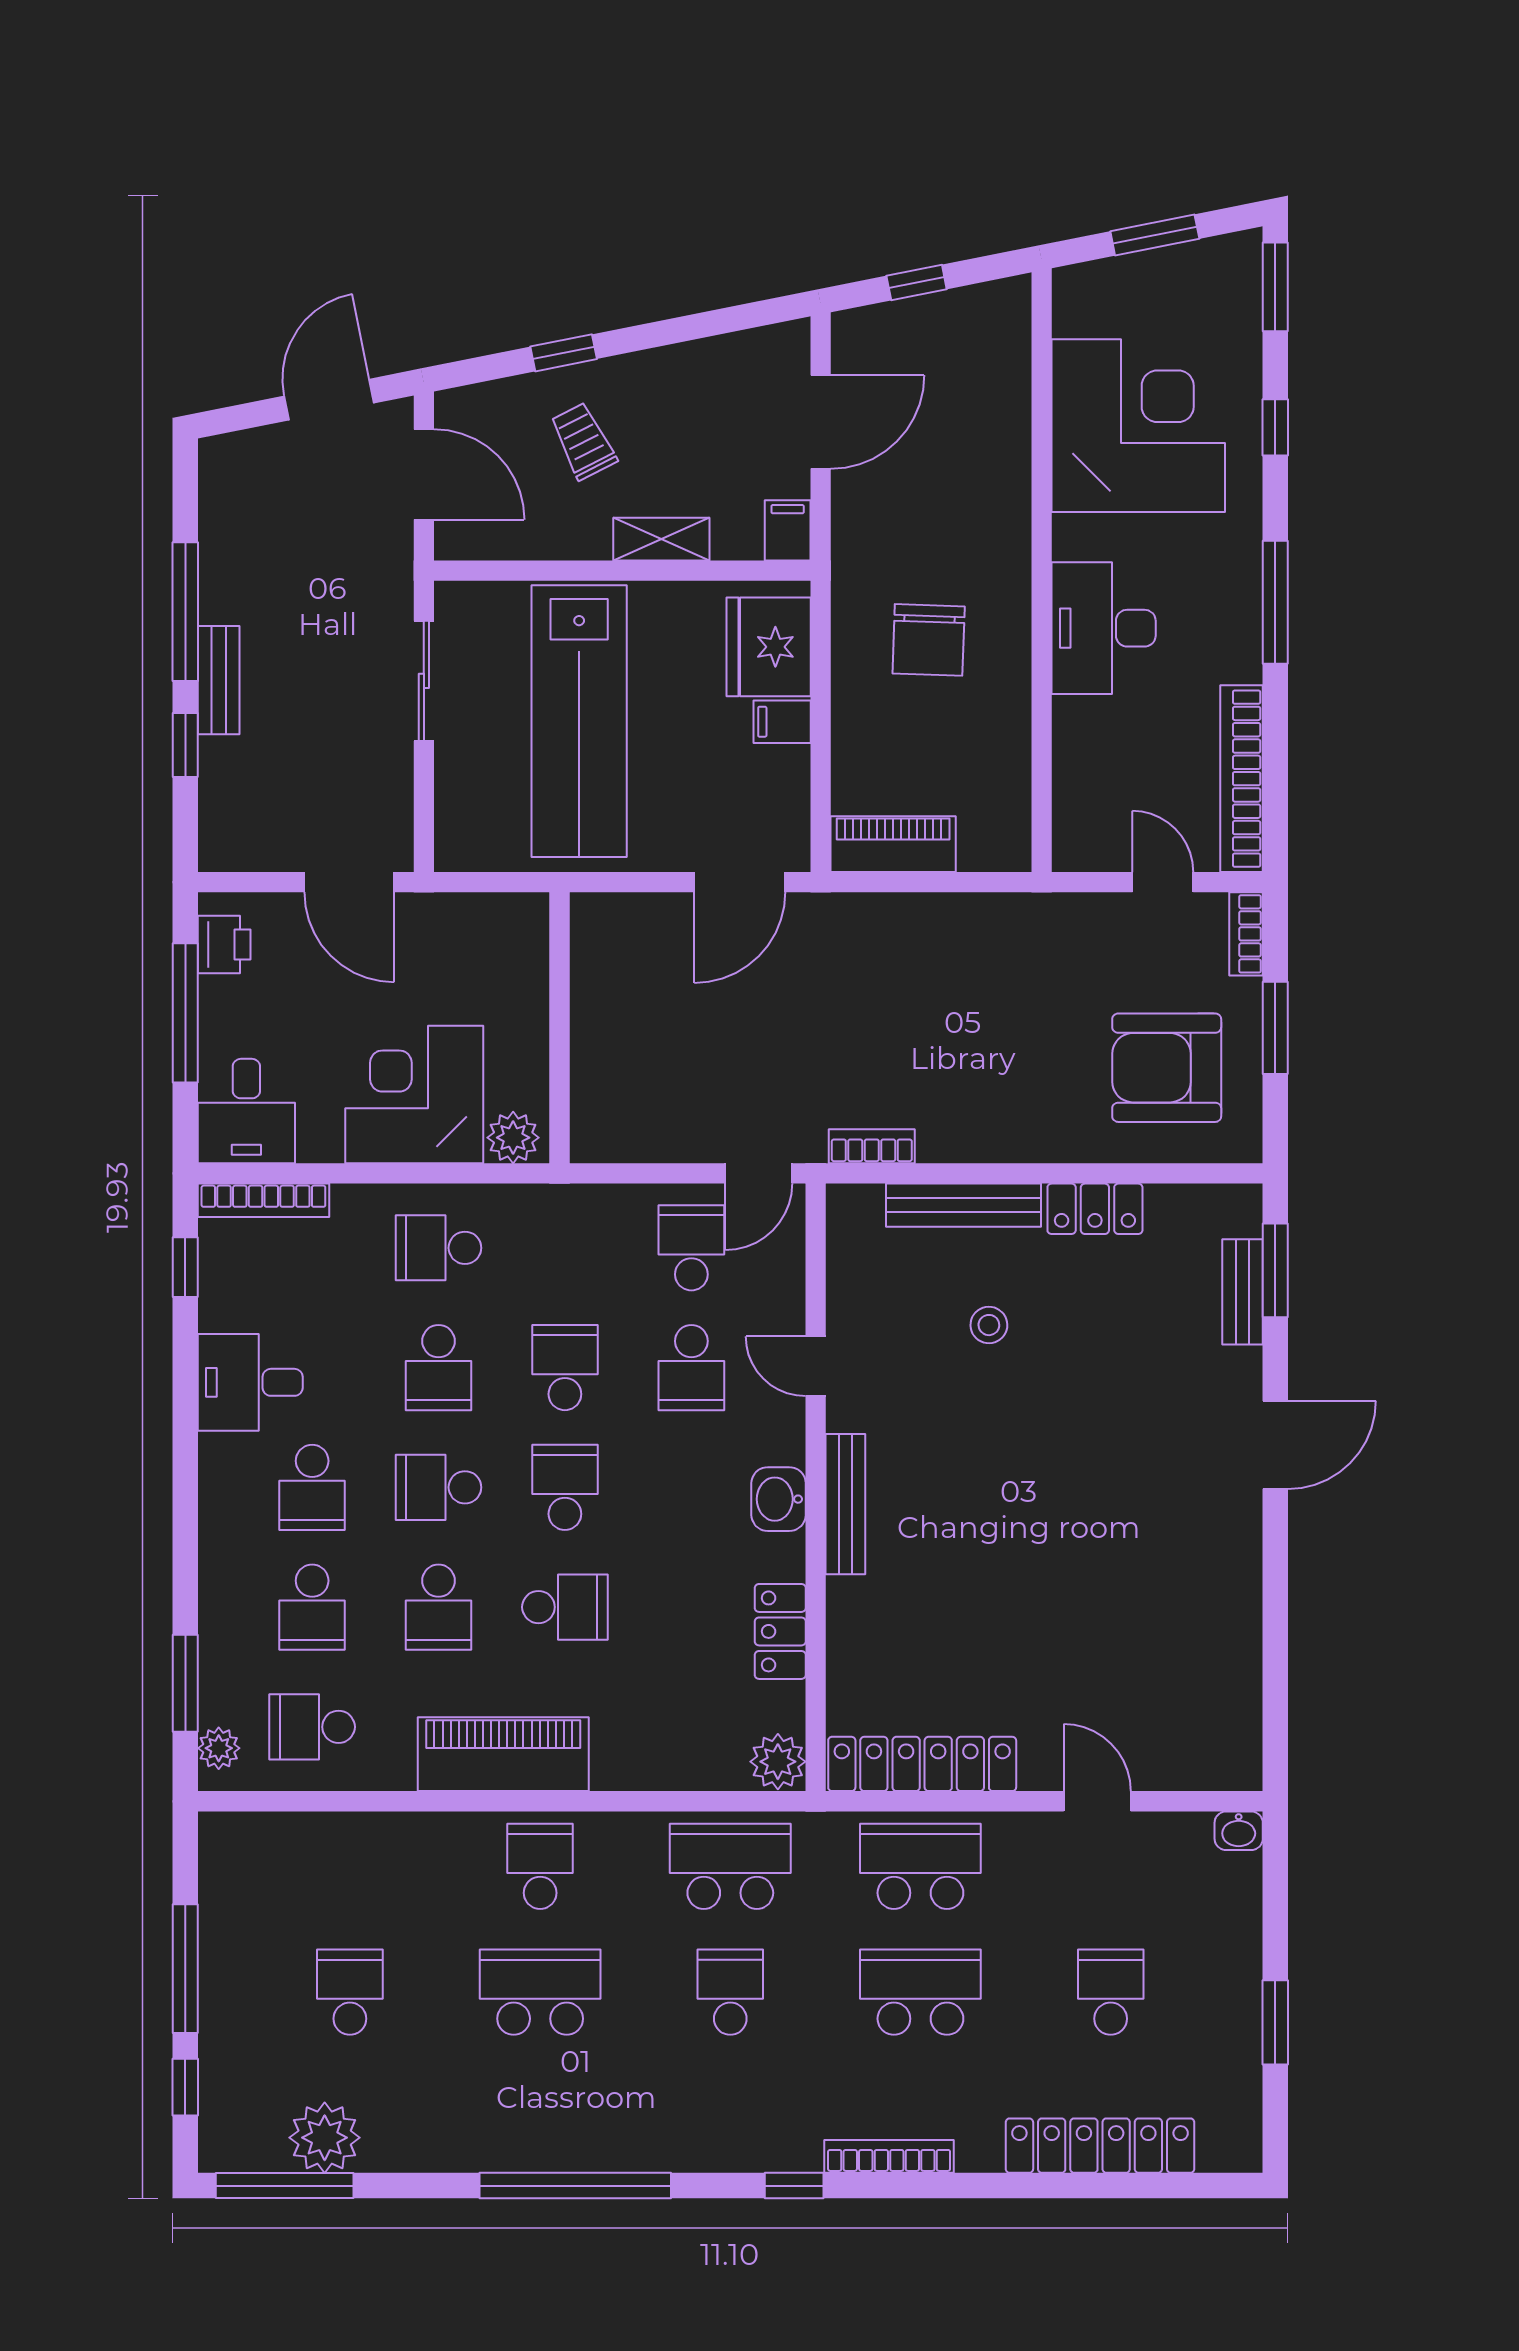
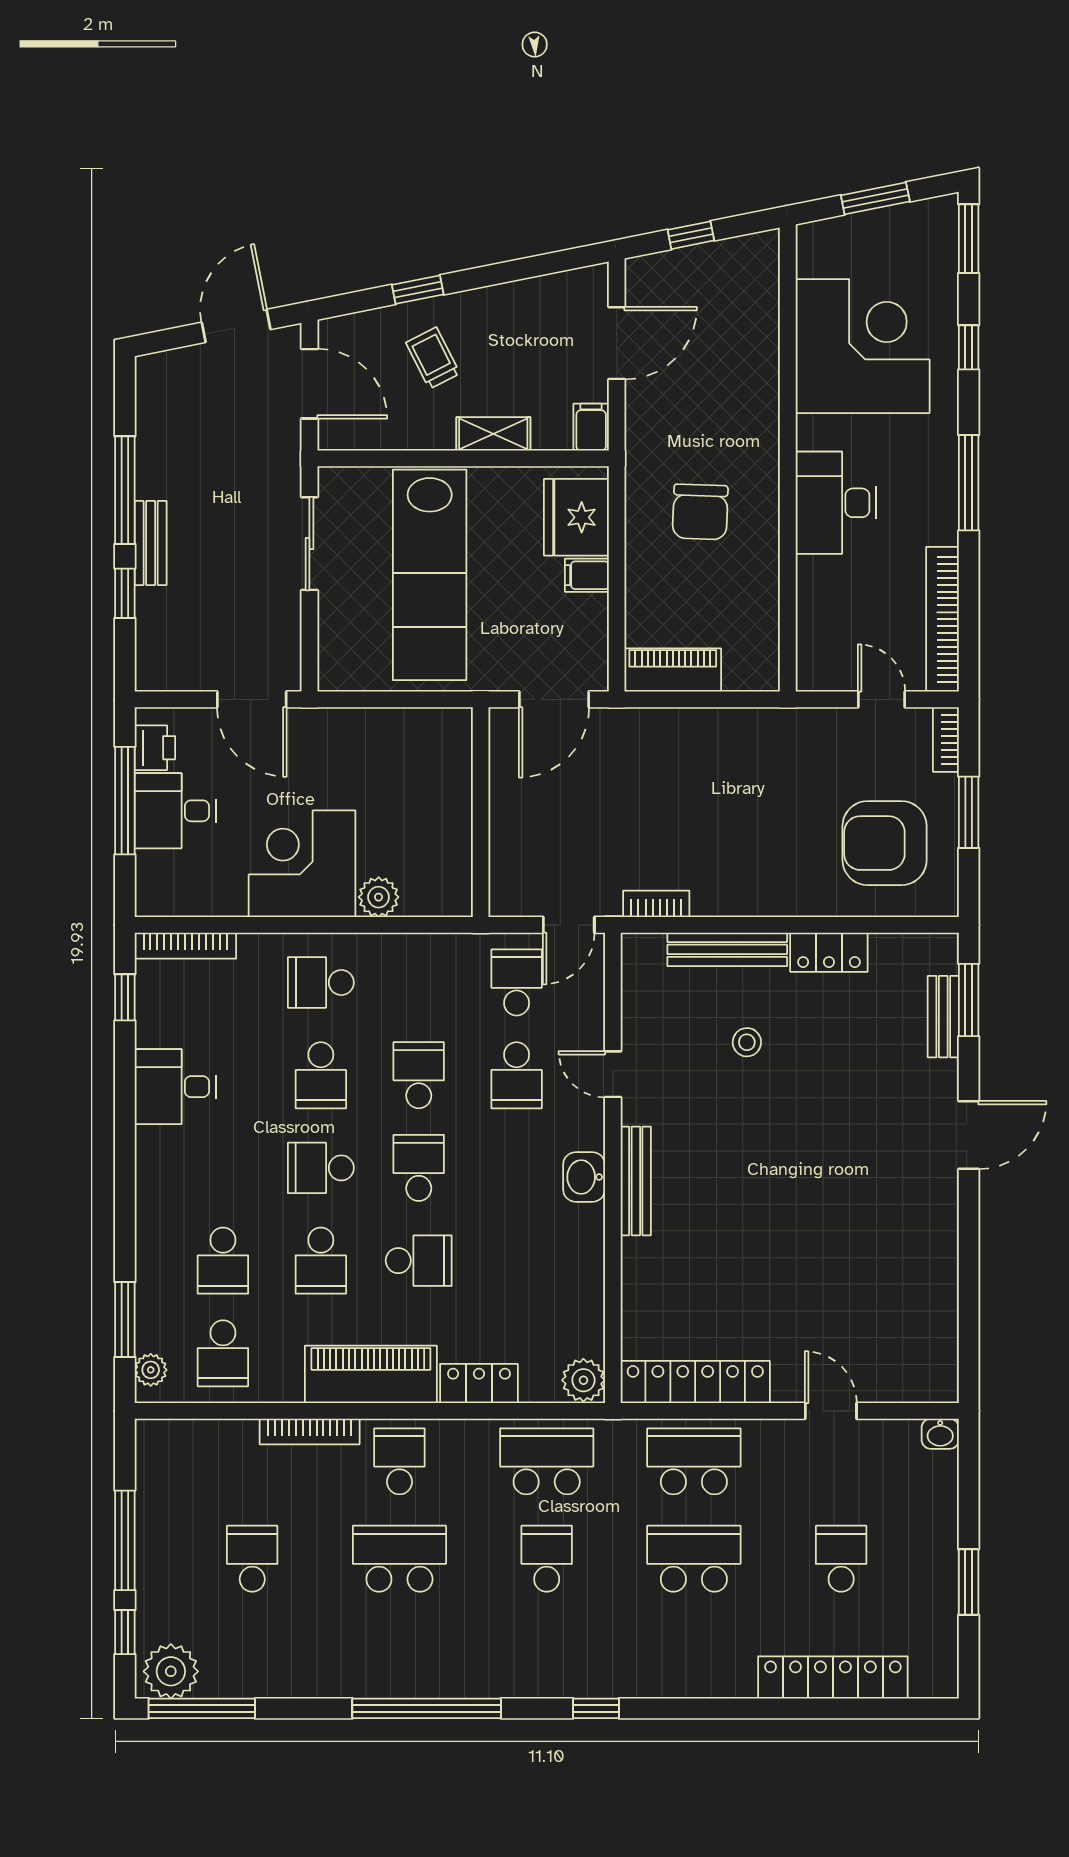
wall: (559, 1028) -> (481, 812), moved
desk: (246, 1111) -> (175, 811), moved, turned 90
school desk: (312, 1487) -> (223, 1168), removed
locker: (780, 1631) -> (479, 1384), moved, turned 90
school desk: (312, 1727) -> (223, 1353), turned -90
plant: (325, 2138) -> (171, 1671), moved
bookcase: (889, 2156) -> (310, 1432), moved, turned 180

